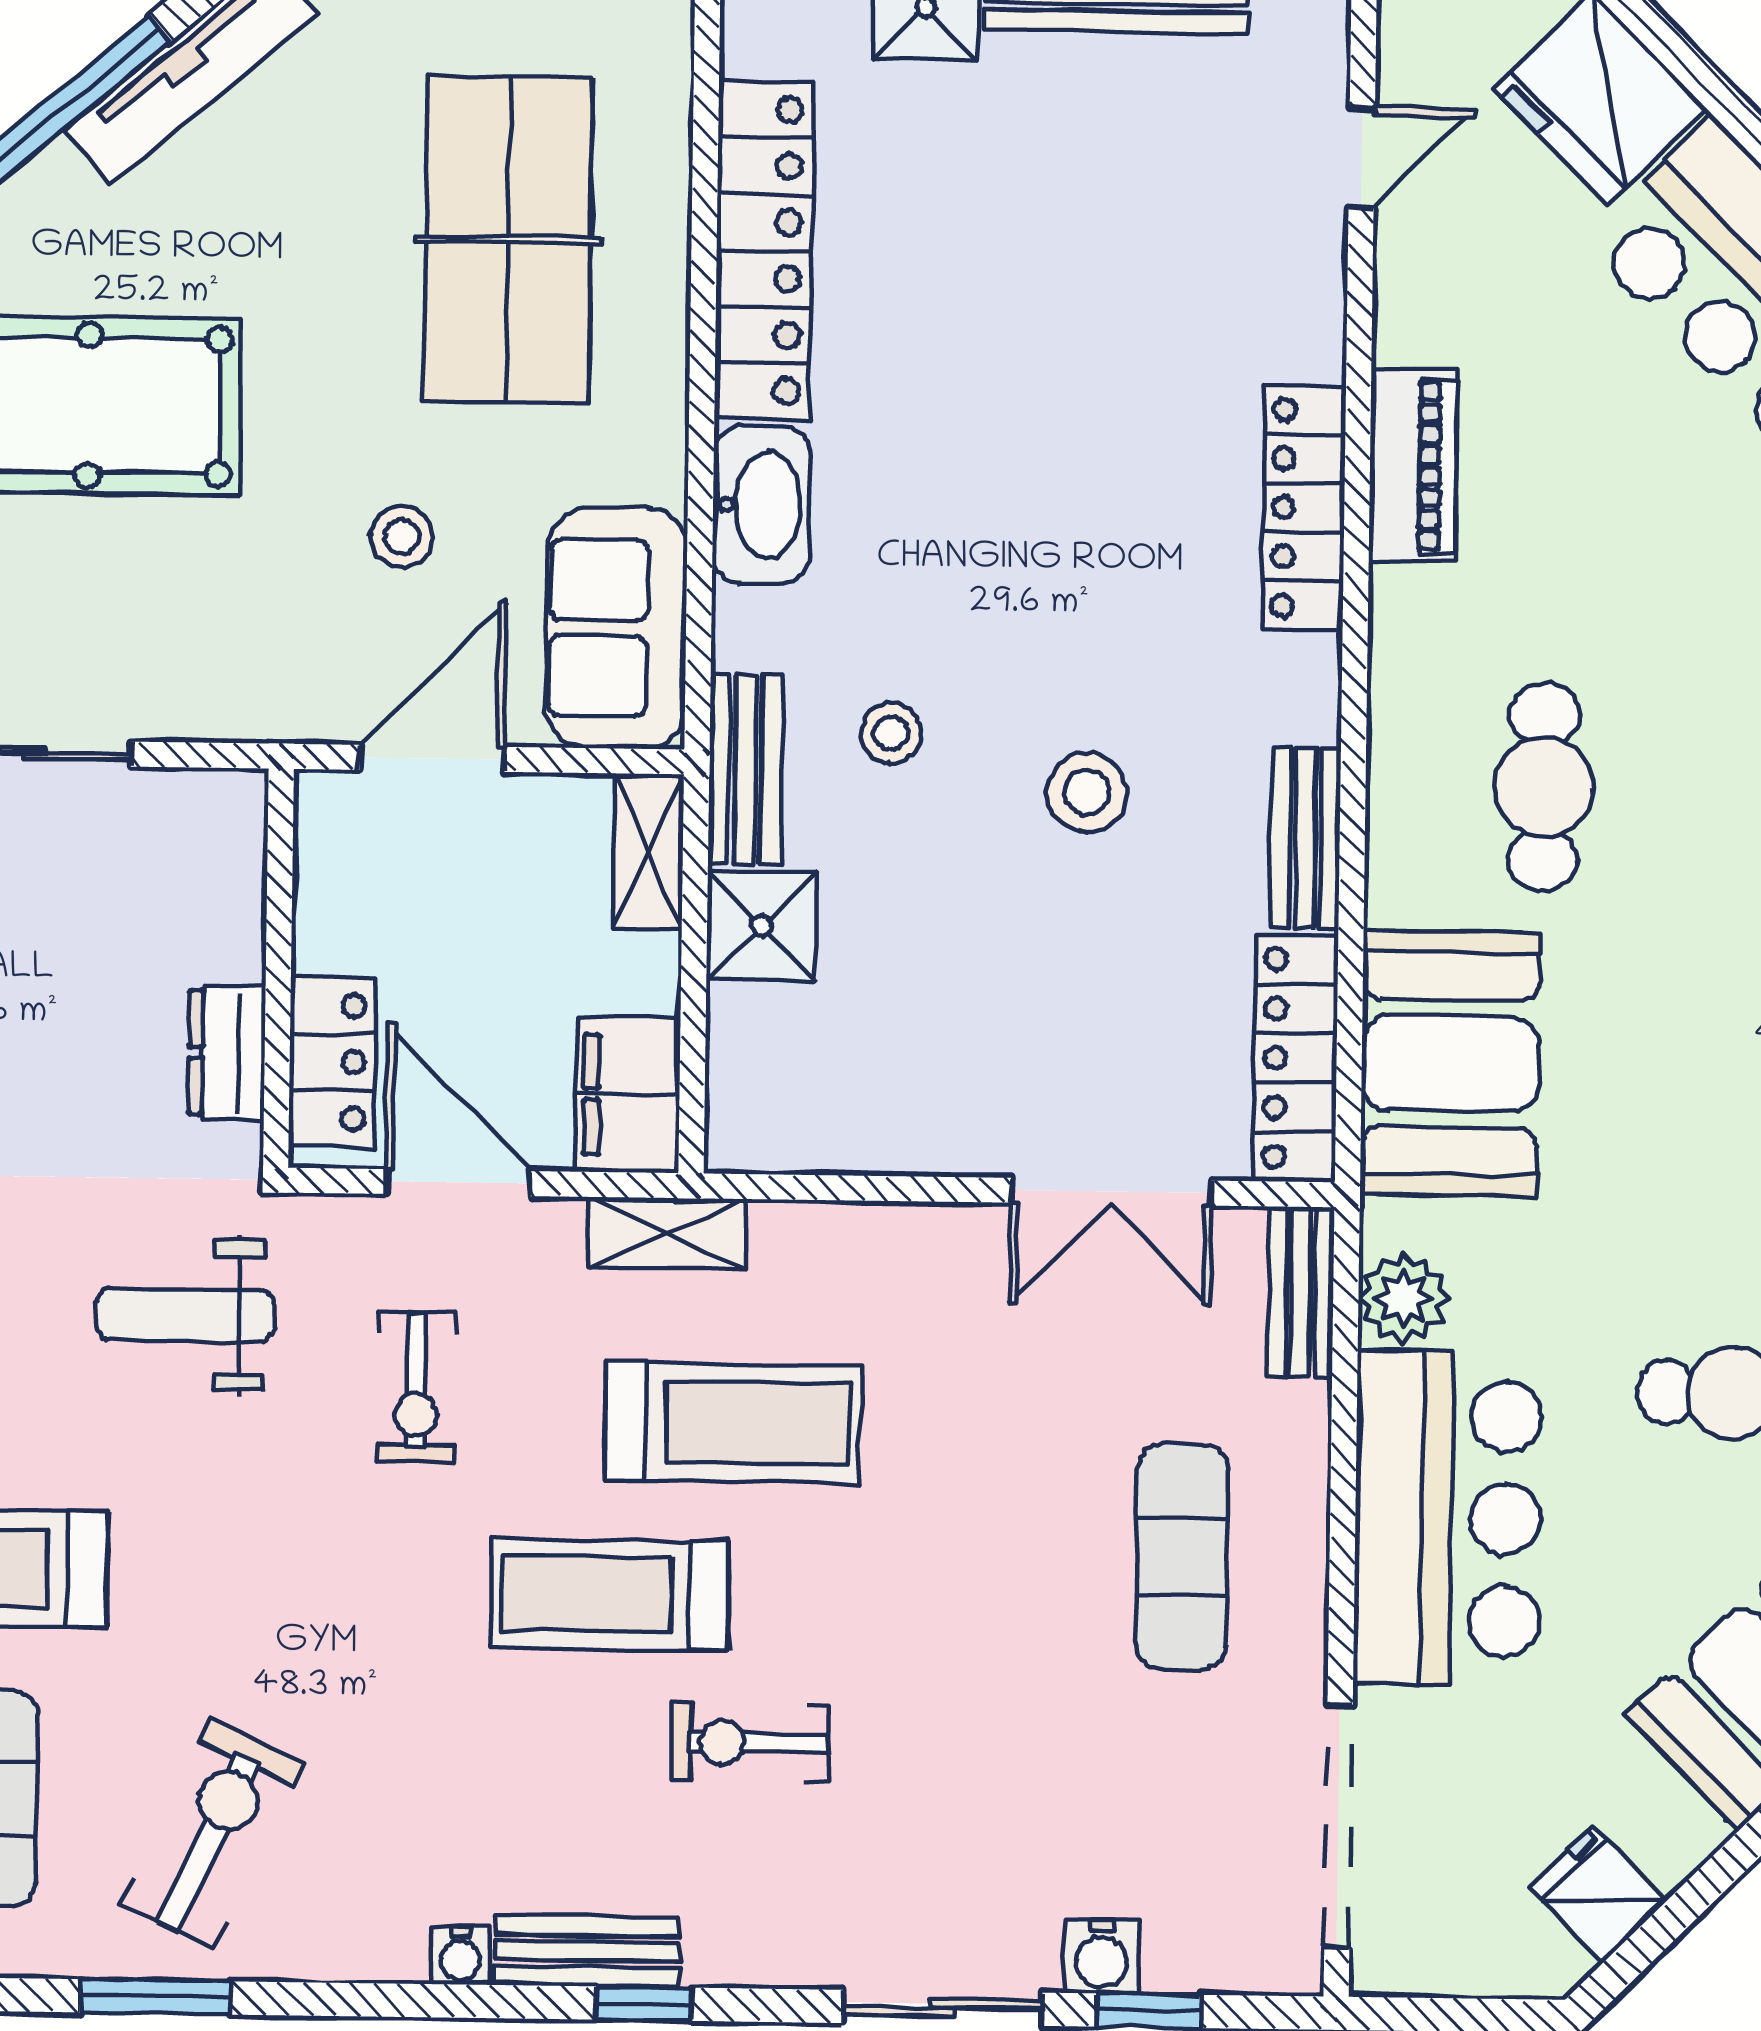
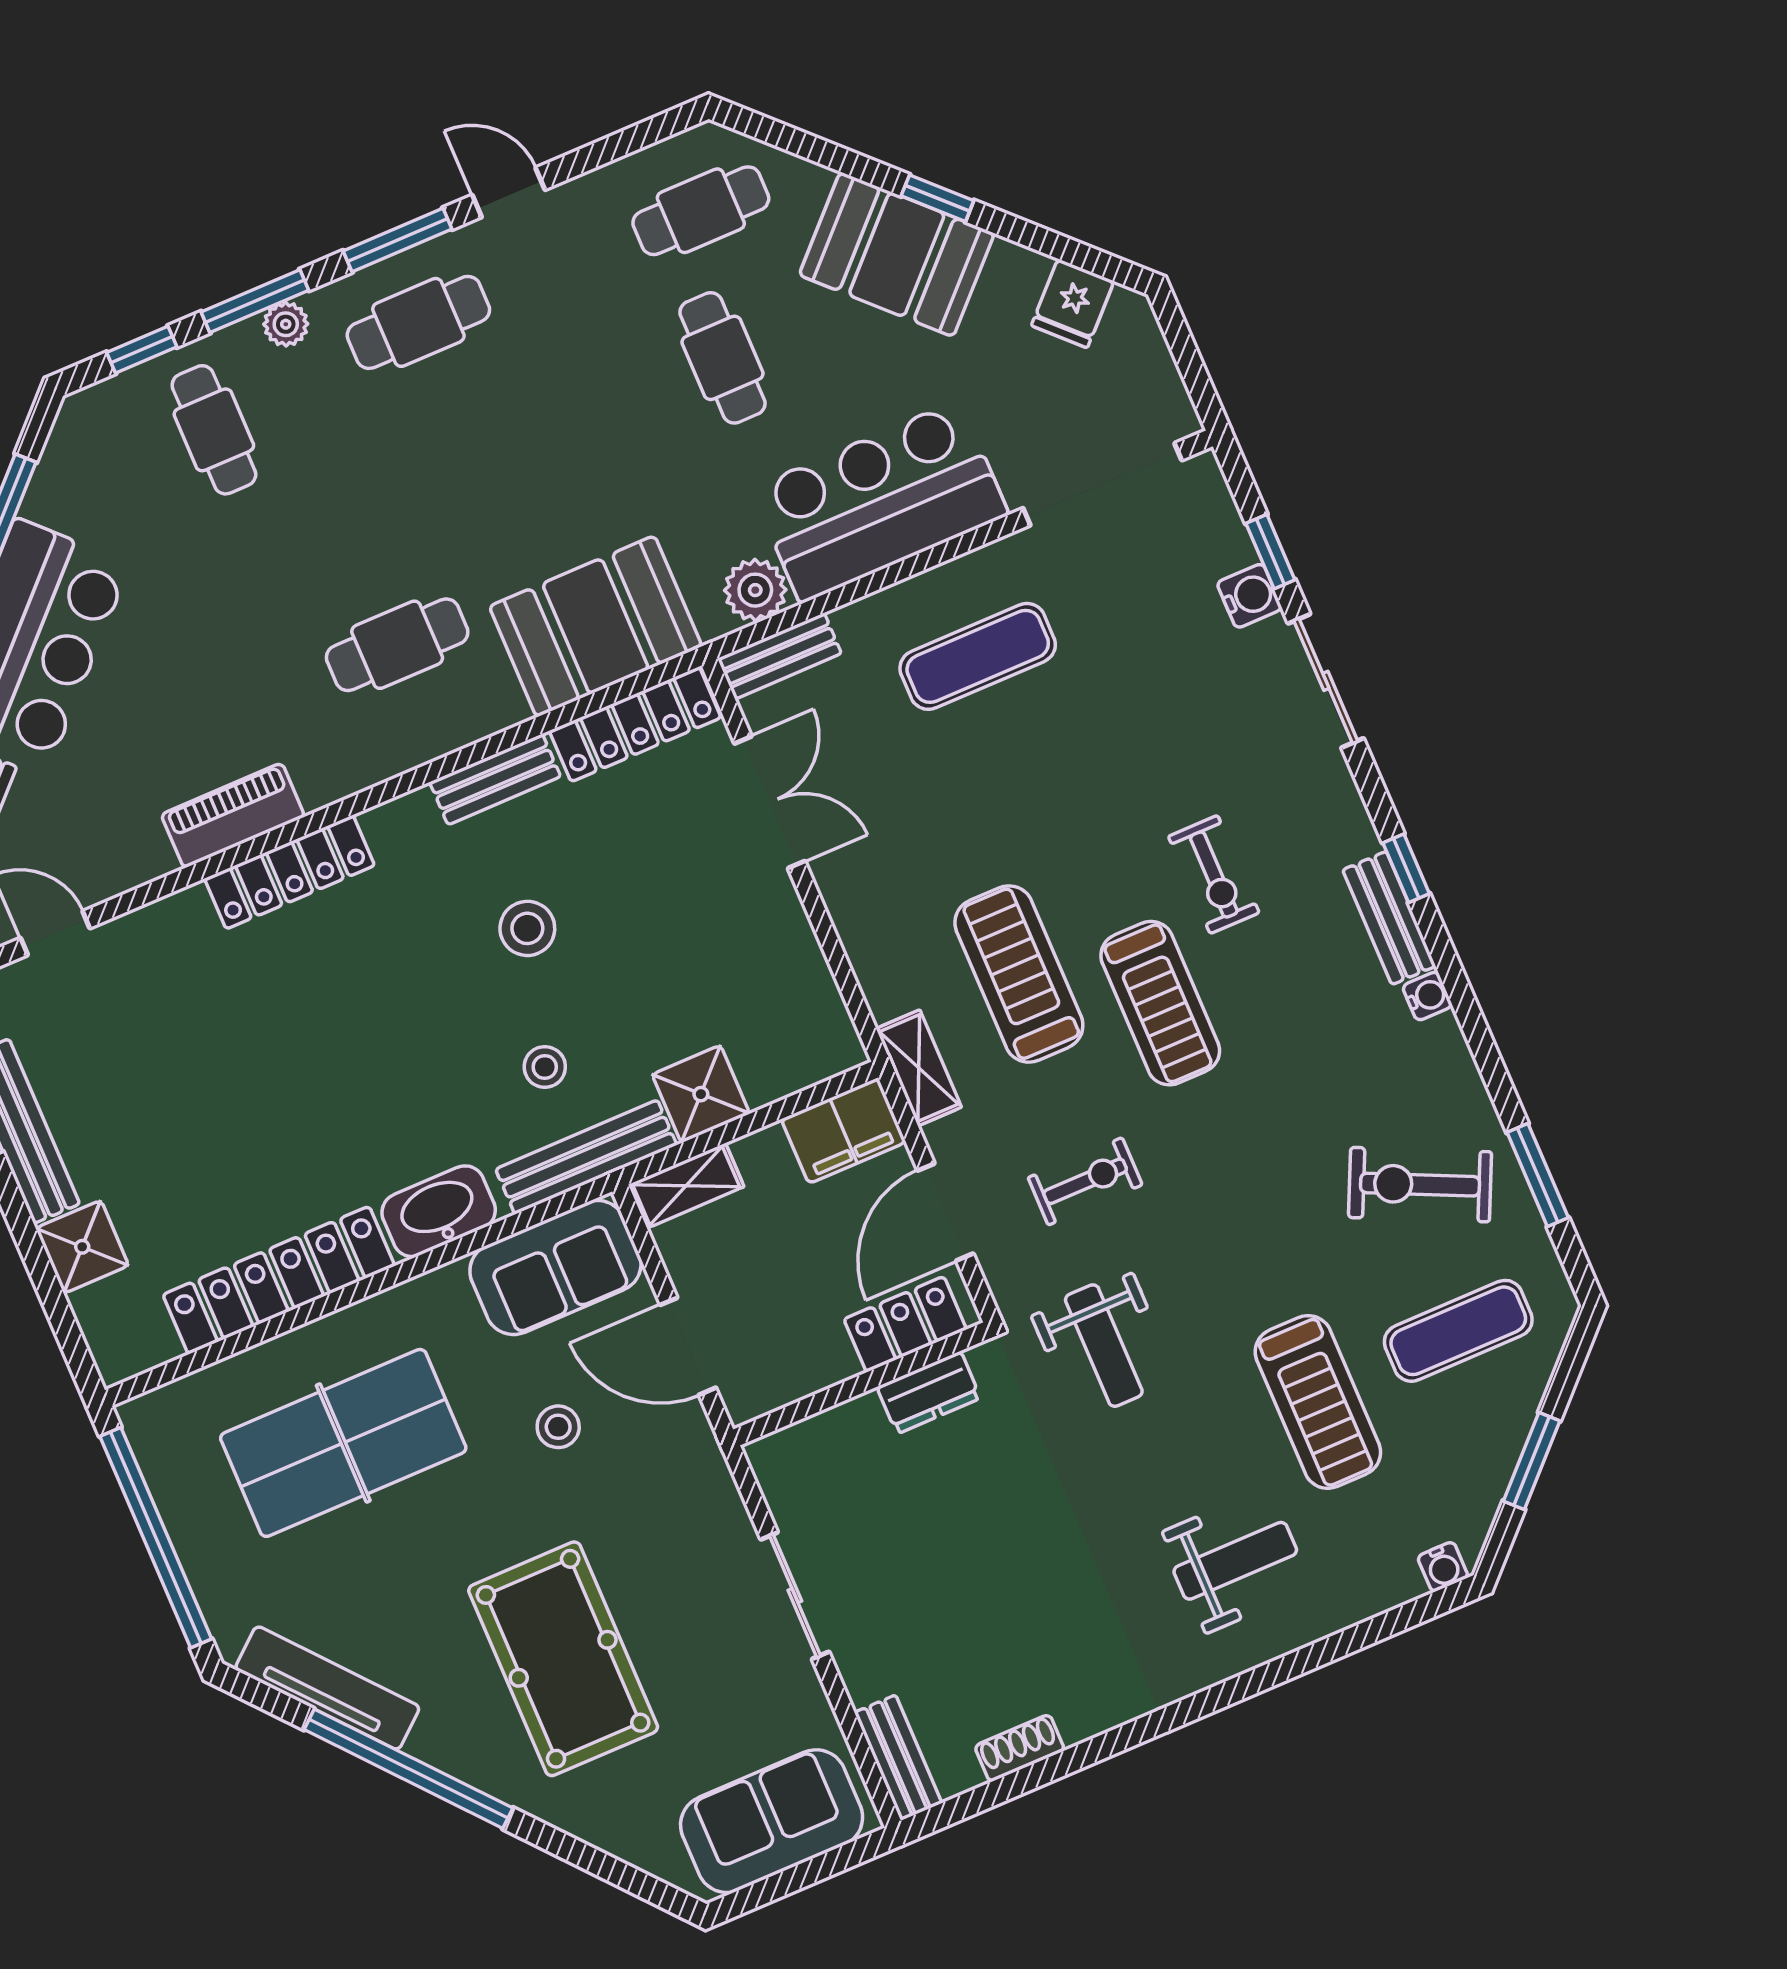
bench: (745, 769) -> (586, 1157), width x1.36

